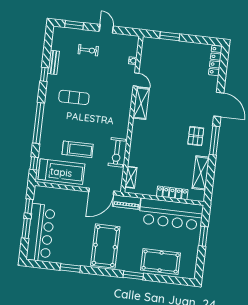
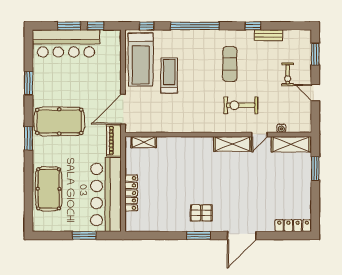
door: (106, 29) -> (315, 93), swing flipped
window: (214, 141) -> (199, 236), width x0.69
treadmill: (78, 149) -> (169, 76), turned 180
exercise bike: (117, 152) -> (241, 105), moved
shelving: (201, 173) -> (291, 144), moved
door: (101, 191) -> (123, 109), hinge flipped
window: (133, 275) -> (28, 138), moved

